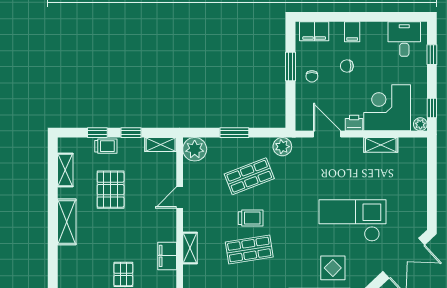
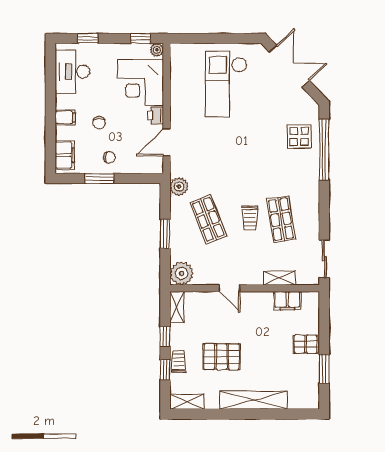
desk: (404, 39) -> (72, 72), width x1.37
shelving: (381, 145) -> (177, 89), removed
shelving: (65, 170) -> (187, 402), moved
trolley: (251, 218) -> (250, 218), turned 180
checkout: (353, 221) -> (226, 84), moved
shelving: (67, 222) -> (254, 400), width x1.47

